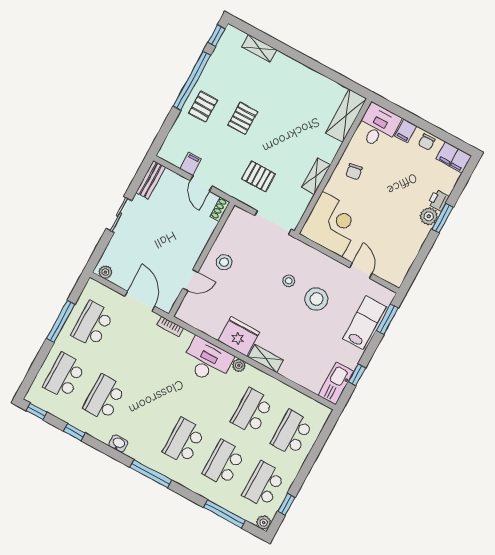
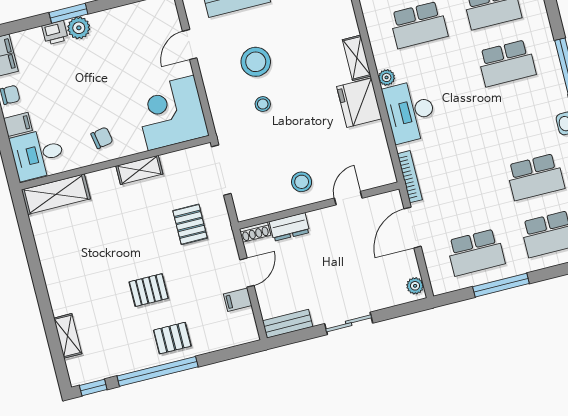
dresser: (205, 232) -> (289, 227), added
door: (190, 280) -> (348, 198), hinge flipped
bookcase: (170, 326) -> (410, 177), width x1.56

